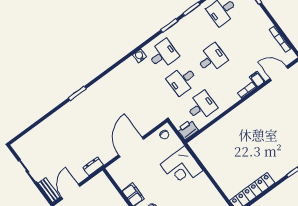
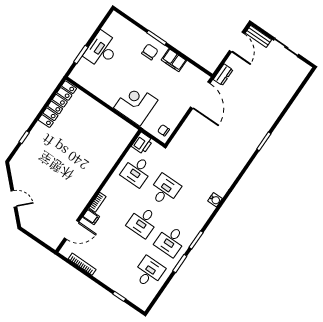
desk: (163, 54) -> (171, 241), moved
door: (131, 147) -> (200, 95), moved

